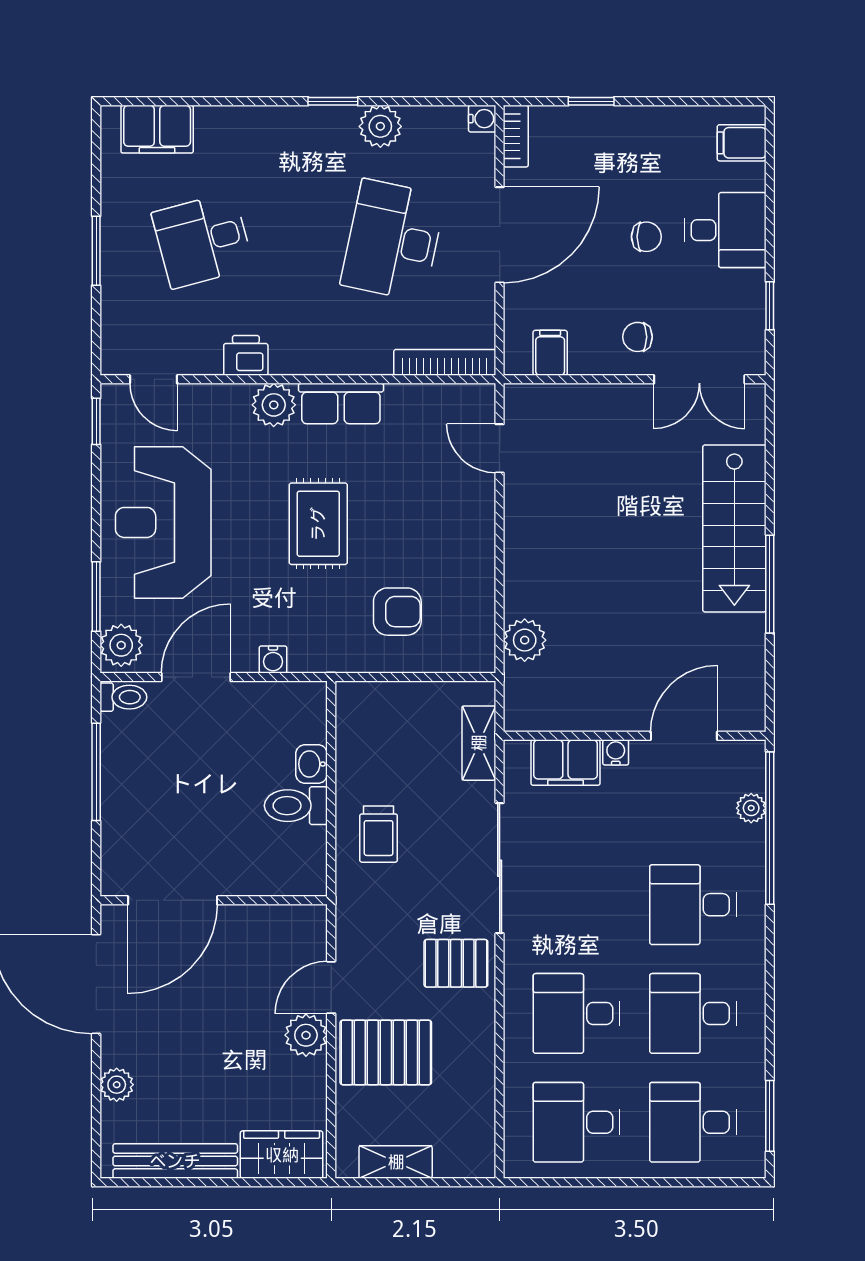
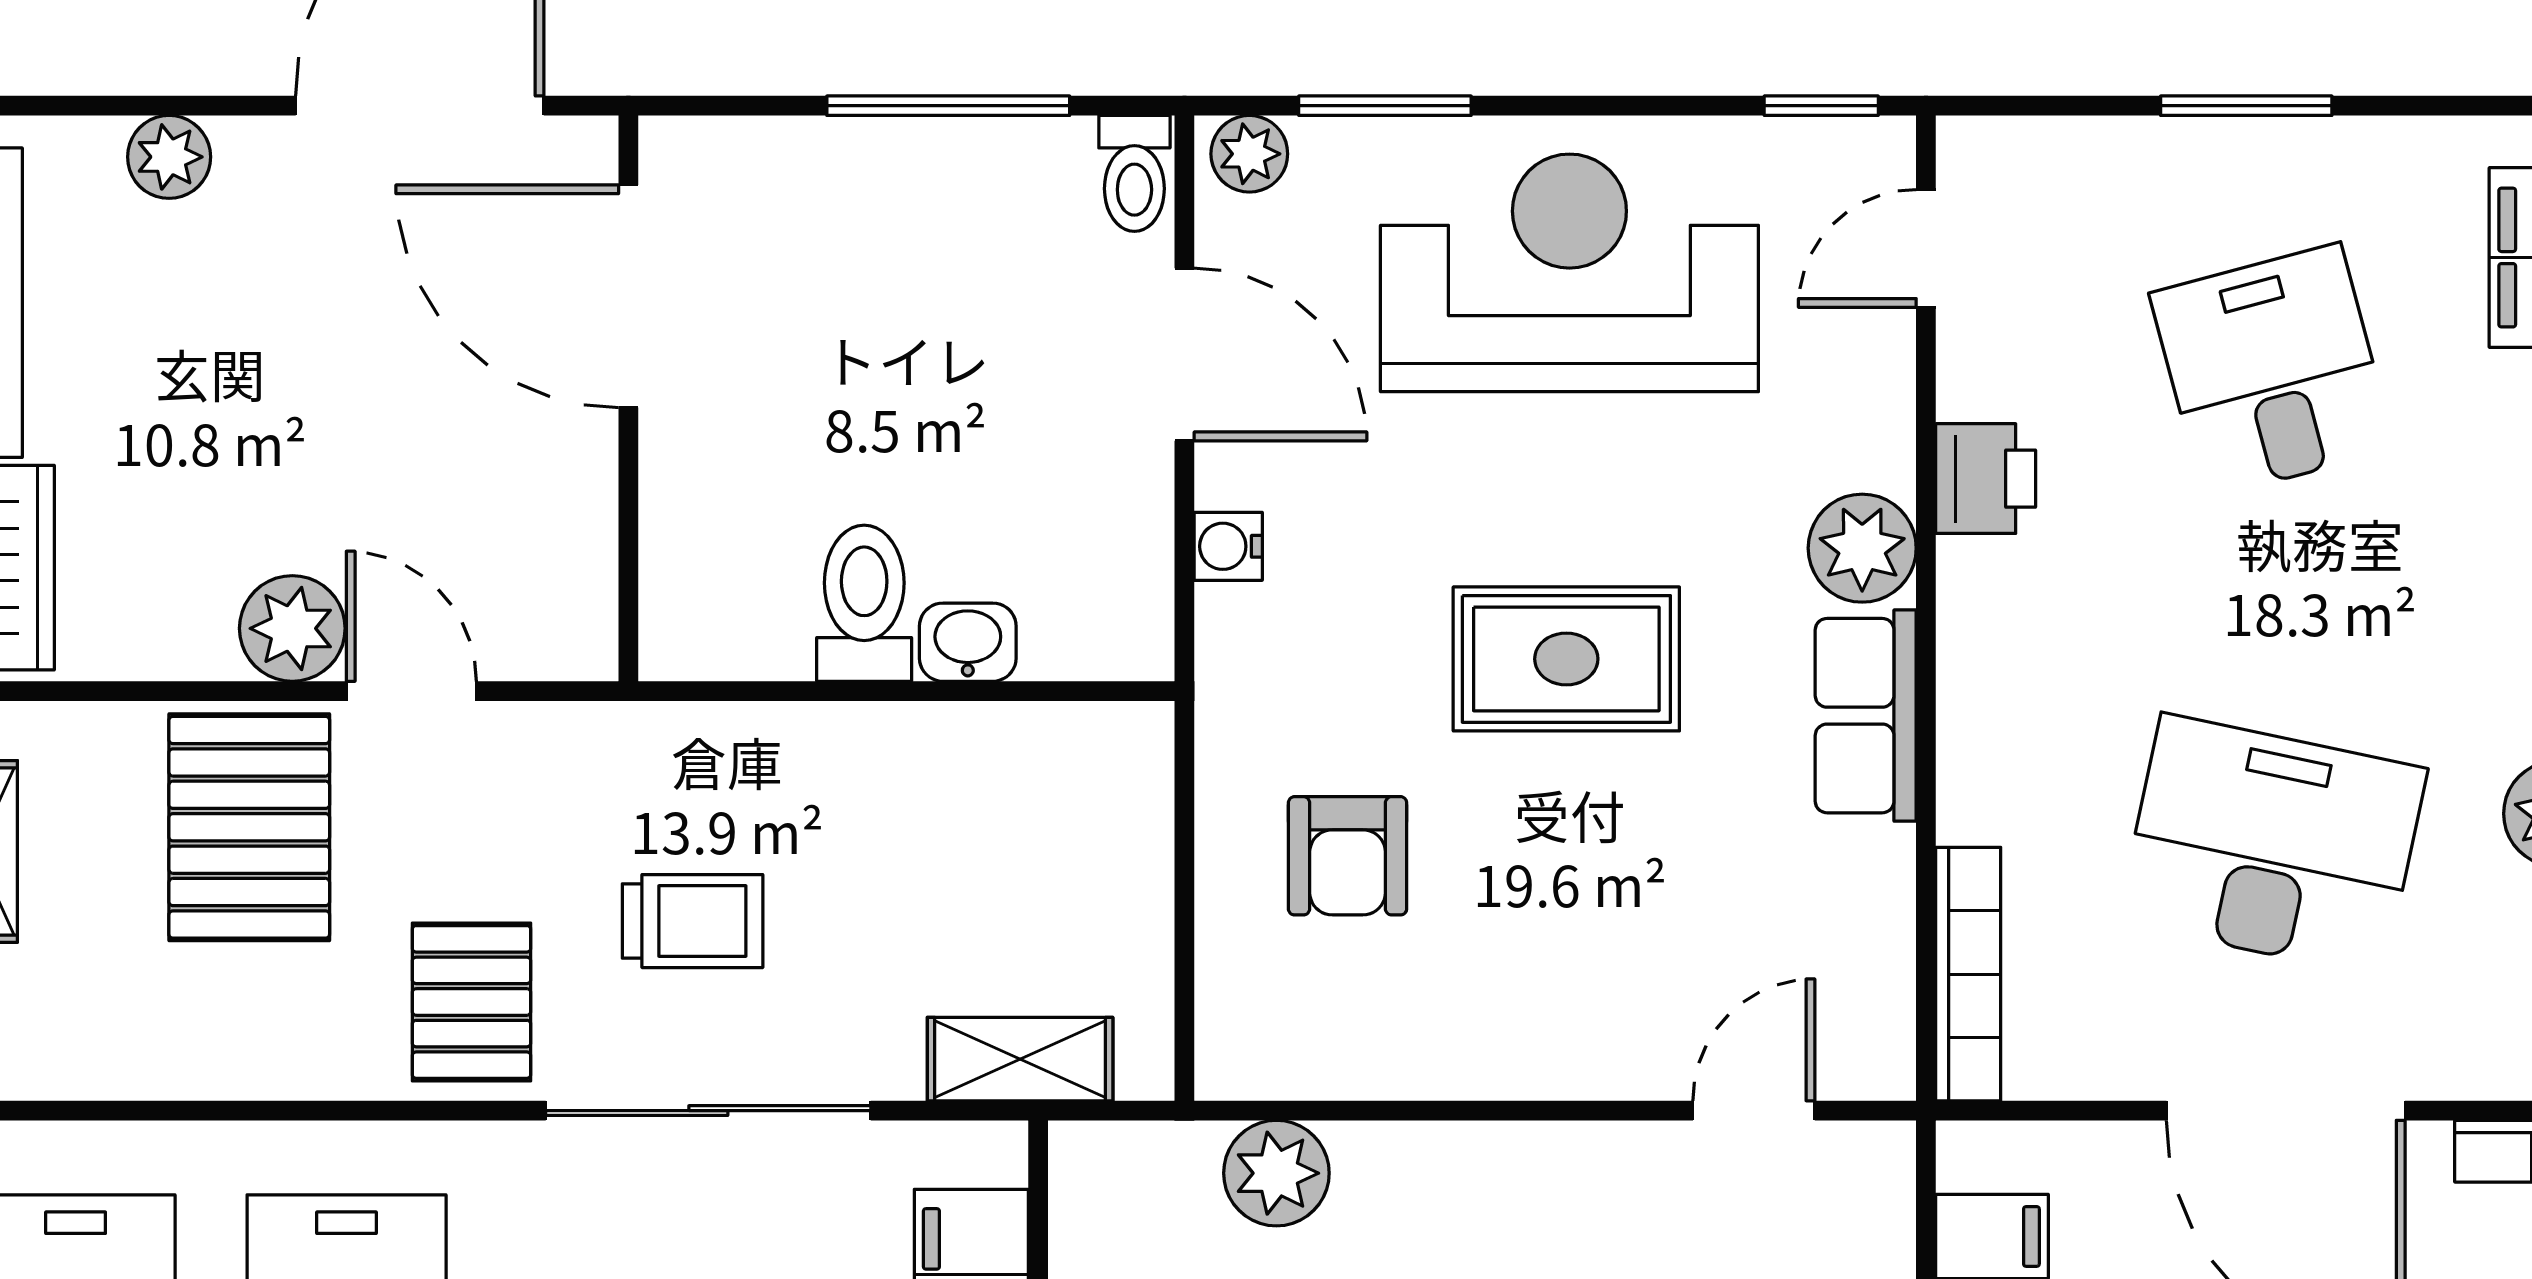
plant: (121, 645) -> (1249, 154), width x0.73, depth x0.73
trolley: (379, 834) -> (693, 921), moved, turned 180

